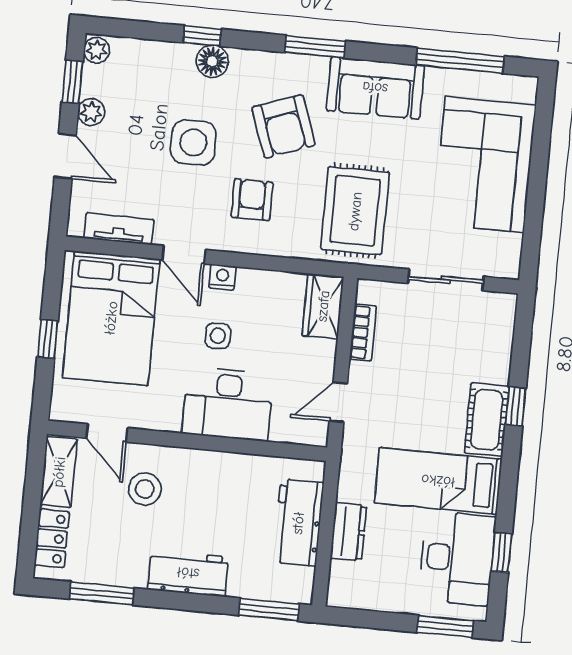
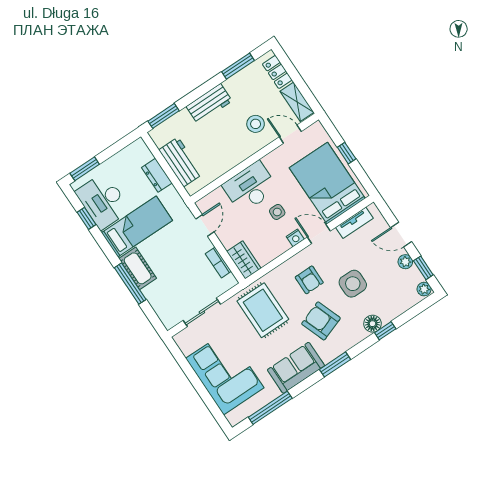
window: (516, 406) -> (130, 284), width x2.17

